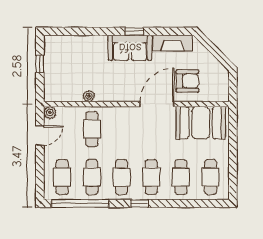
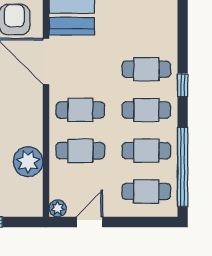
plant: (89, 96) -> (28, 162), width x1.87, depth x1.87
door: (40, 136) -> (89, 222), hinge flipped
cafe table: (181, 177) -> (80, 110), moved

